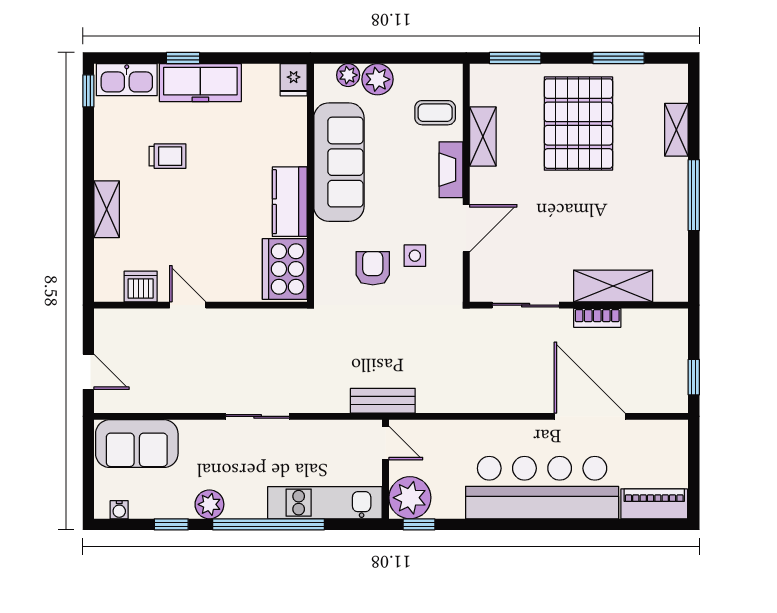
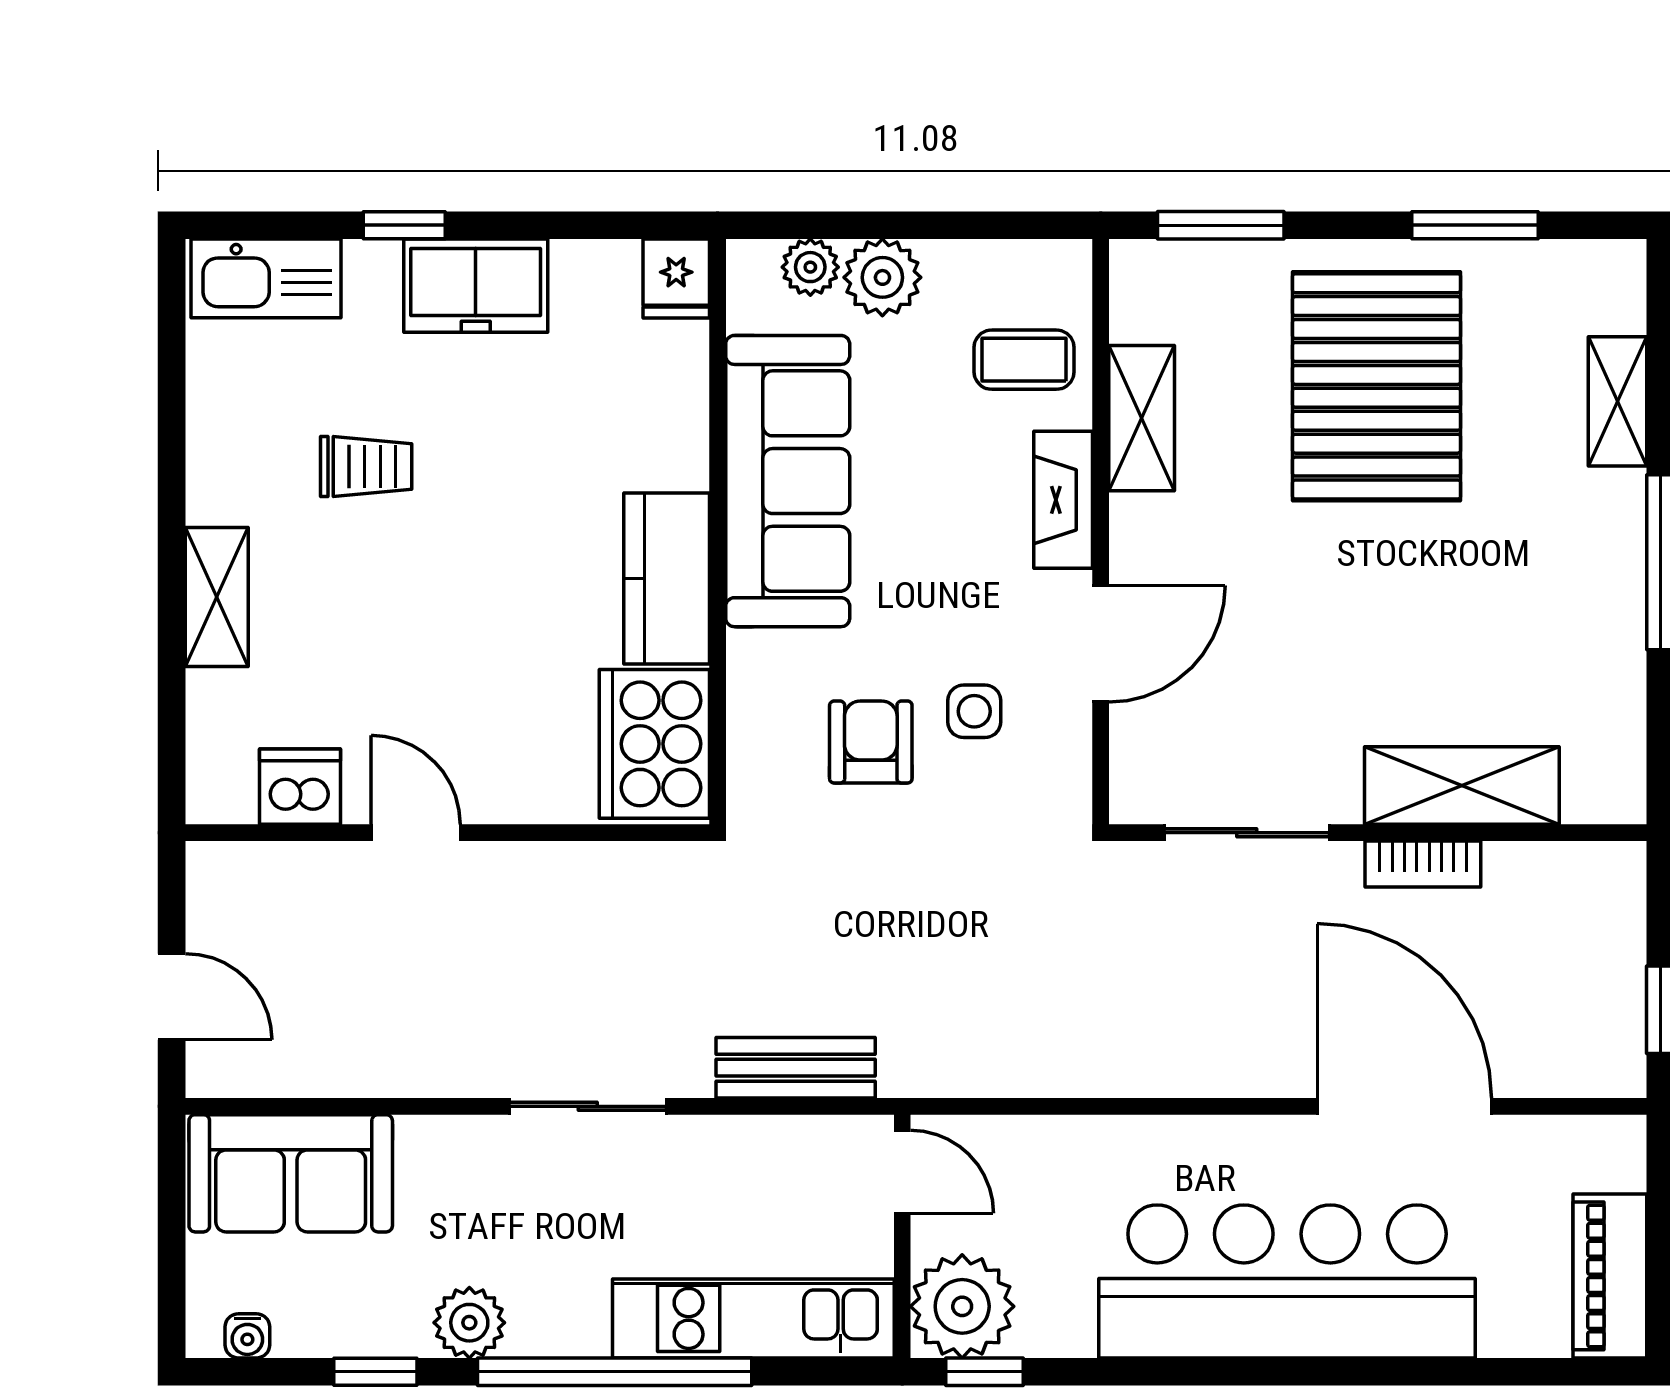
freezer: (200, 83) -> (476, 286), width x0.71
window: (88, 91) -> (172, 306), removed
bench: (383, 401) -> (796, 1068), moved
piano: (654, 504) -> (1610, 1276), moved, turned -90

